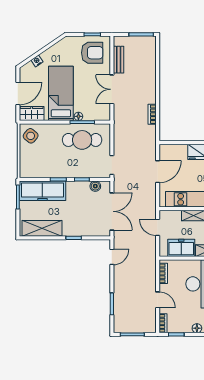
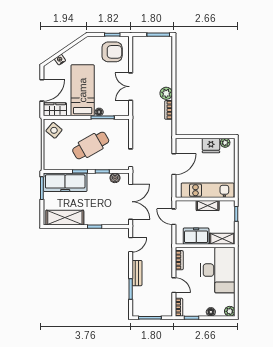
bench: (119, 60) -> (137, 273), moved
plant: (150, 97) -> (166, 93), added
cafe table: (82, 140) -> (91, 145), moved, turned -30

